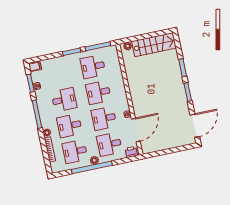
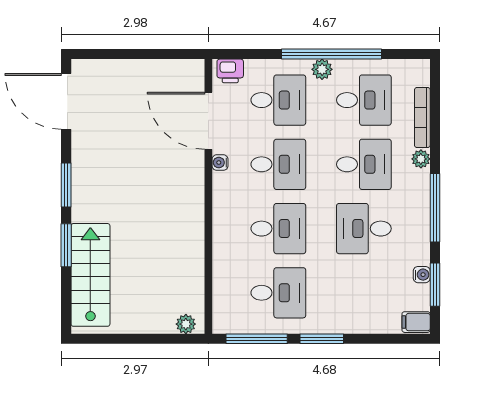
stairs: (154, 45) -> (90, 275), moved, turned 90
door: (195, 126) -> (66, 101), hinge flipped
door: (136, 130) -> (208, 121), hinge flipped

